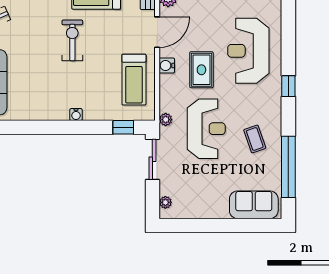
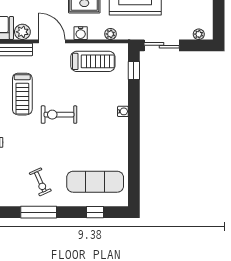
plant: (166, 120) -> (110, 34), moved

